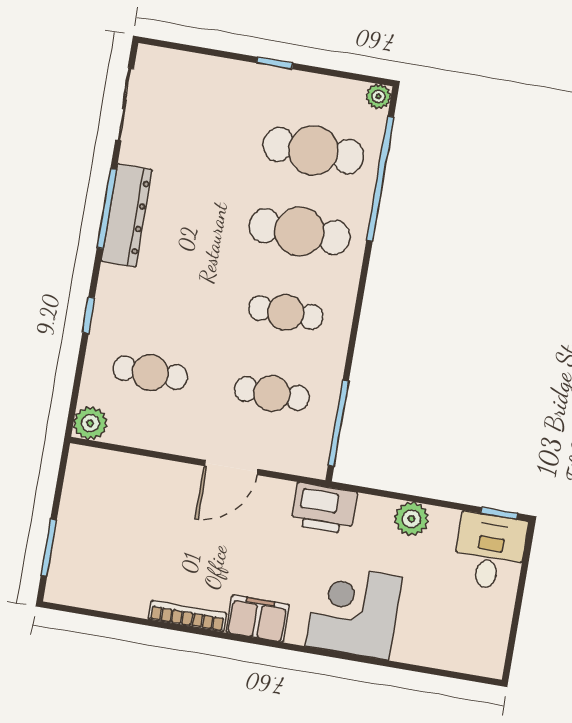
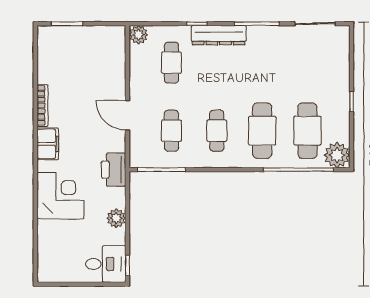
plant: (378, 96) -> (337, 155), width x1.87, depth x1.87
dresser: (127, 215) -> (219, 35), moved

